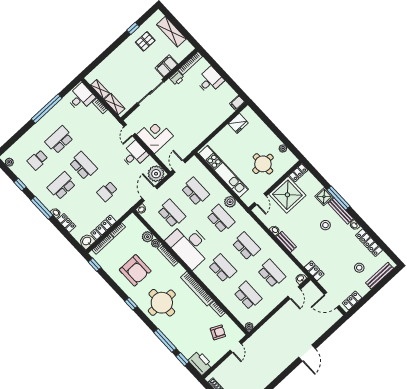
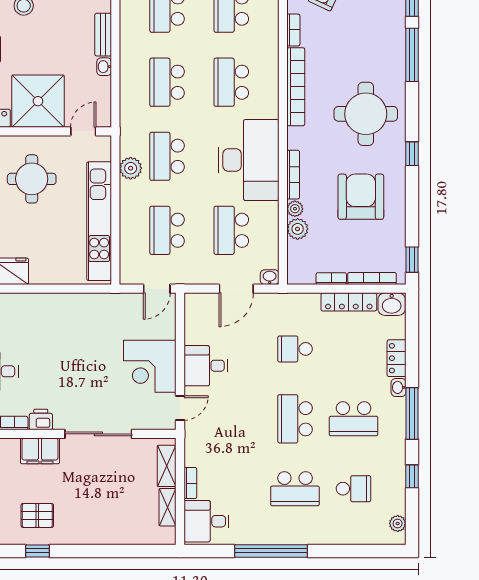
plant: (156, 174) -> (200, 309), removed
school desk: (107, 191) -> (295, 349), turned 180

